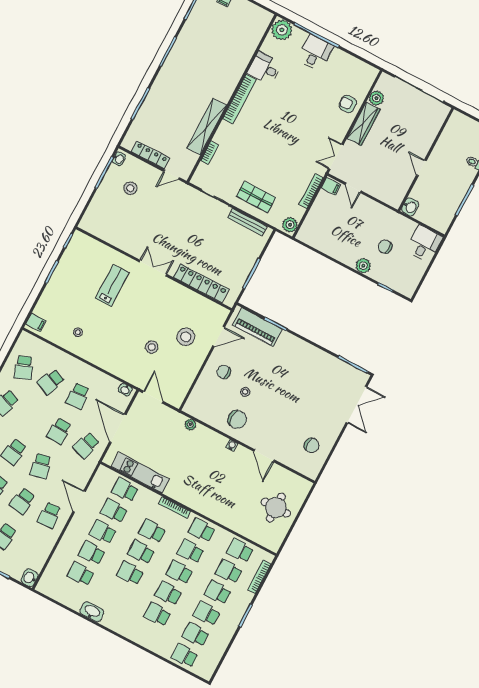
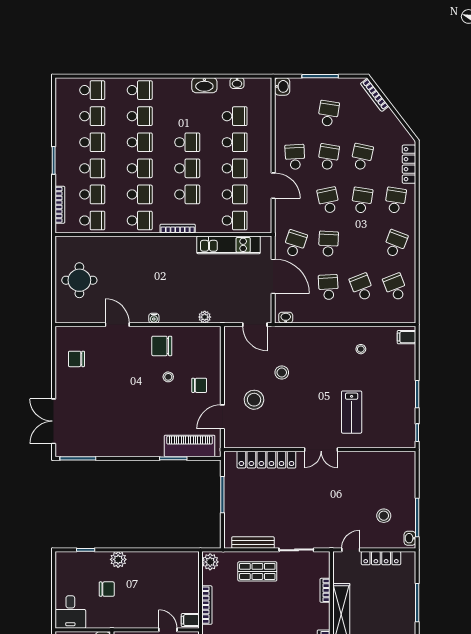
school desk: (51, 382) -> (362, 287), turned -45
washbasin: (65, 600) -> (237, 83), added
school desk: (146, 635) -> (140, 90), added

